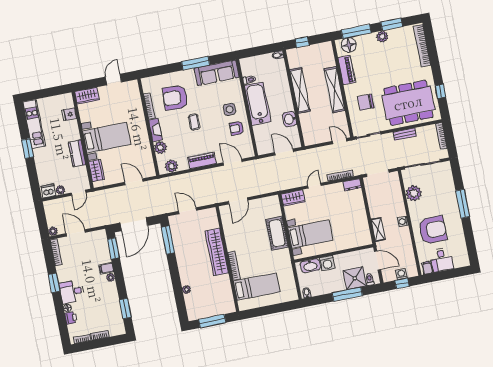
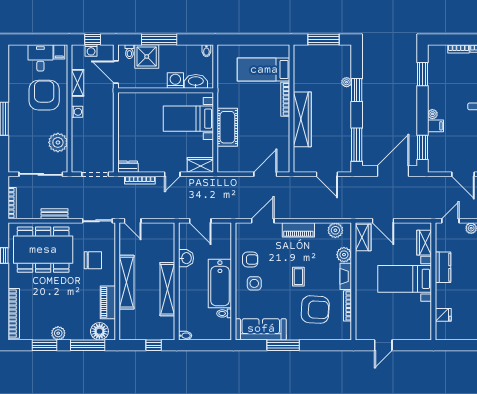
wardrobe: (87, 96) -> (363, 237), moved, turned 90
door: (233, 162) -> (263, 221), swing flipped
shelving: (378, 229) -> (78, 83), moved
armchair: (433, 230) -> (44, 95), turned 90
window: (177, 285) -> (357, 90), added

